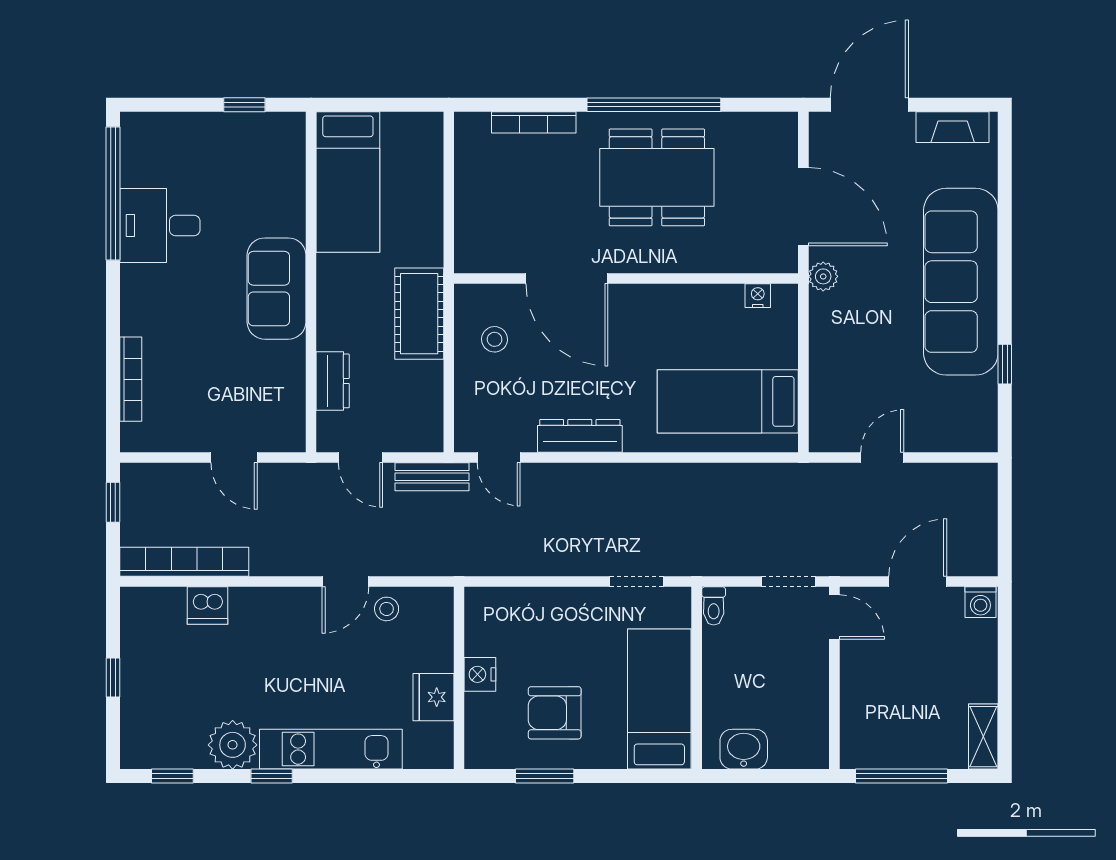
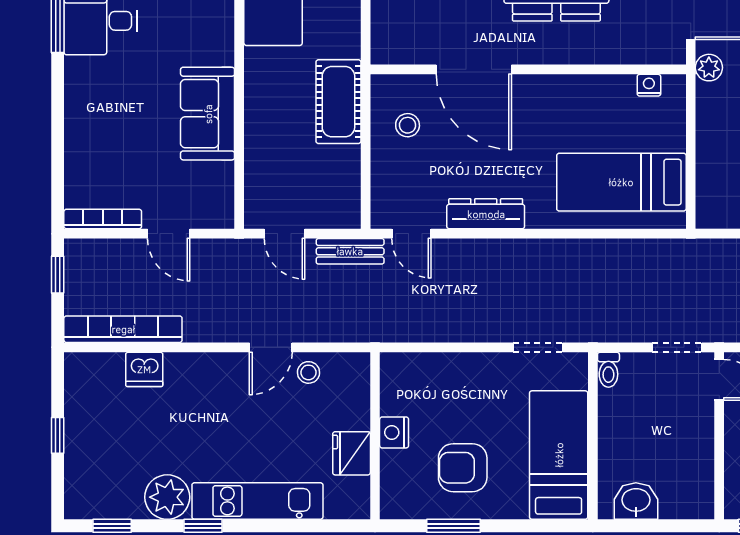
sofa: (277, 289) -> (208, 114), moved
bookcase: (131, 379) -> (103, 219), moved, turned -90
dresser: (333, 381) -> (259, 163), removed

